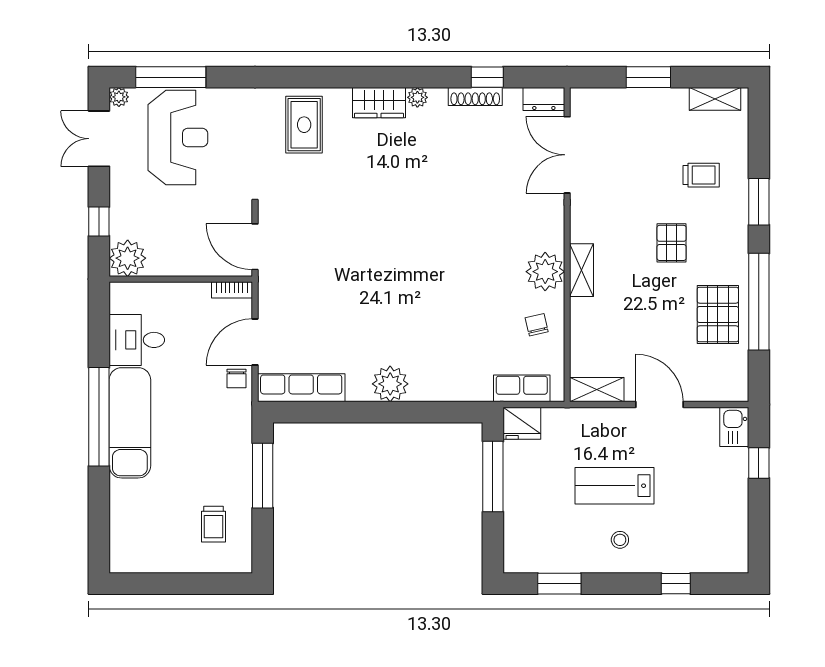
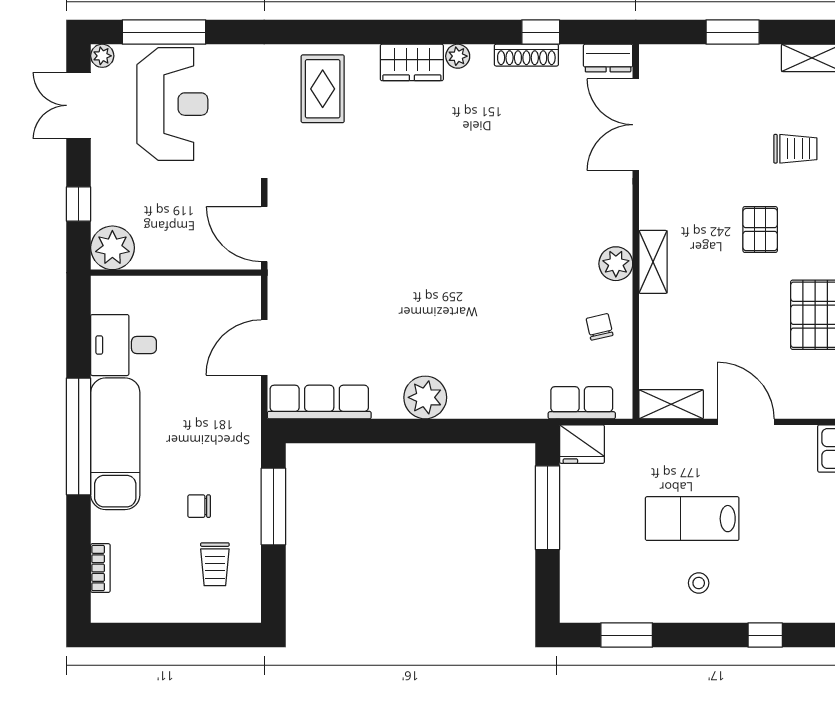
plant: (545, 272) -> (616, 264), width x0.73, depth x0.73
bookcase: (232, 290) -> (100, 568), moved, turned -90
chair: (237, 379) -> (199, 506), moved, turned 90

